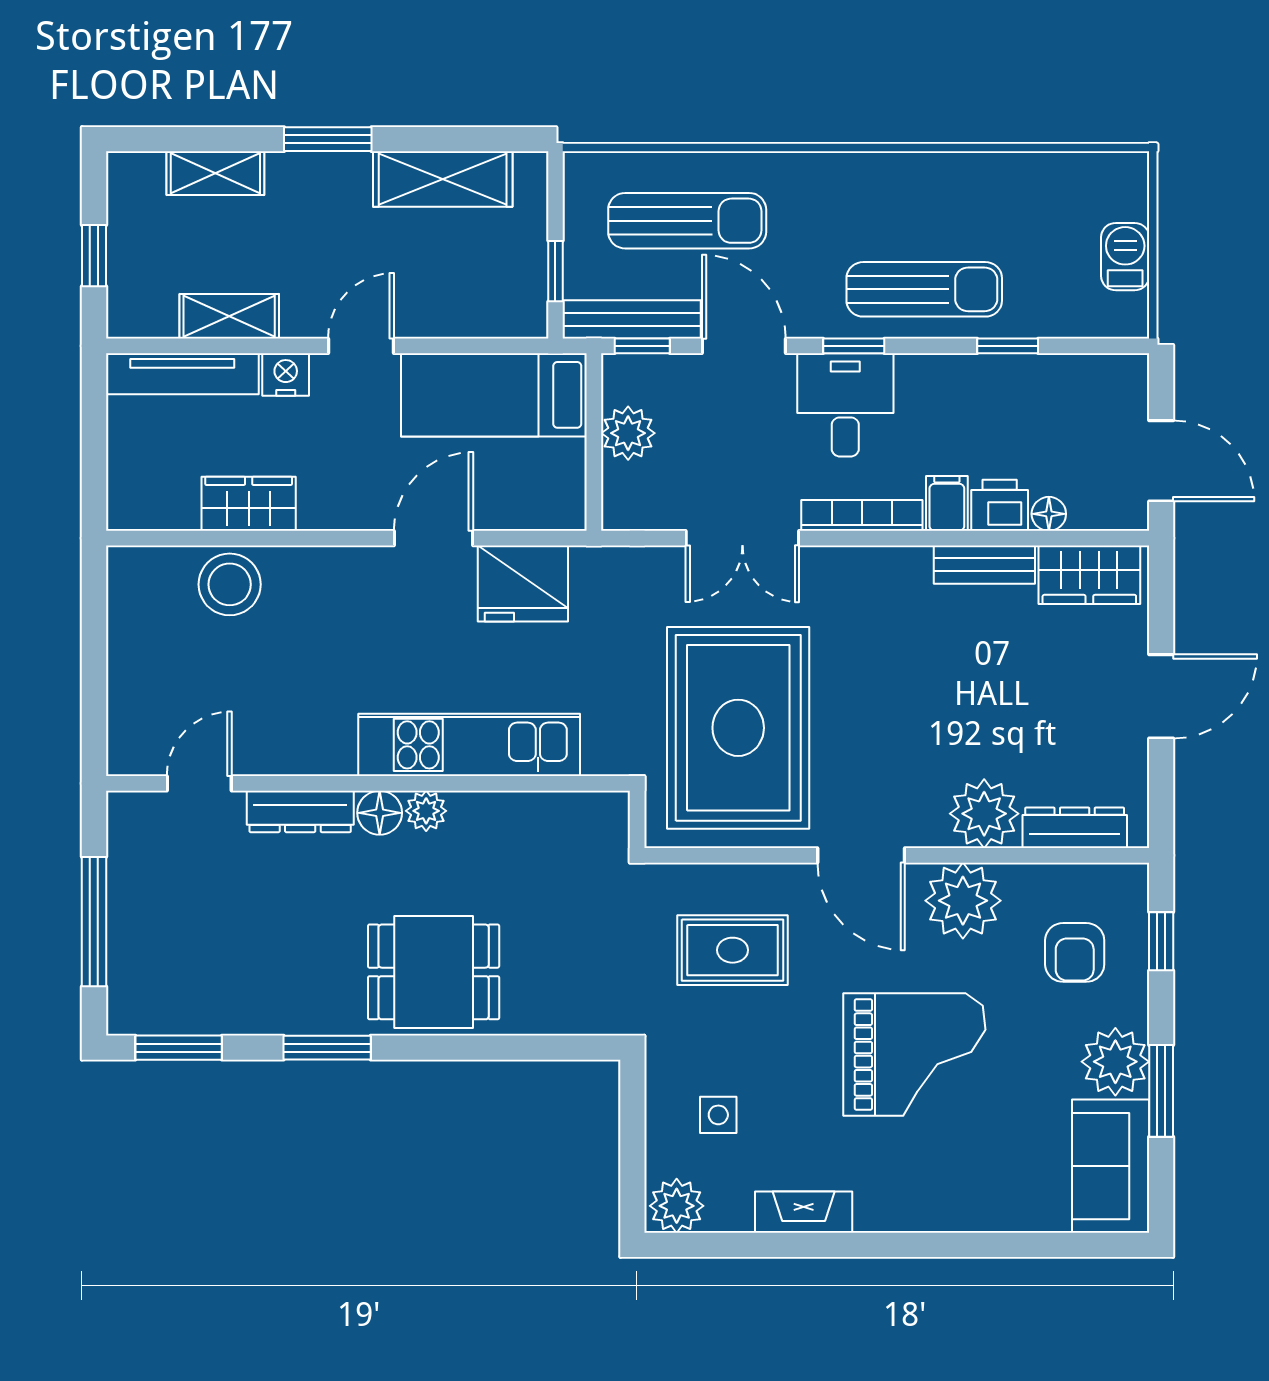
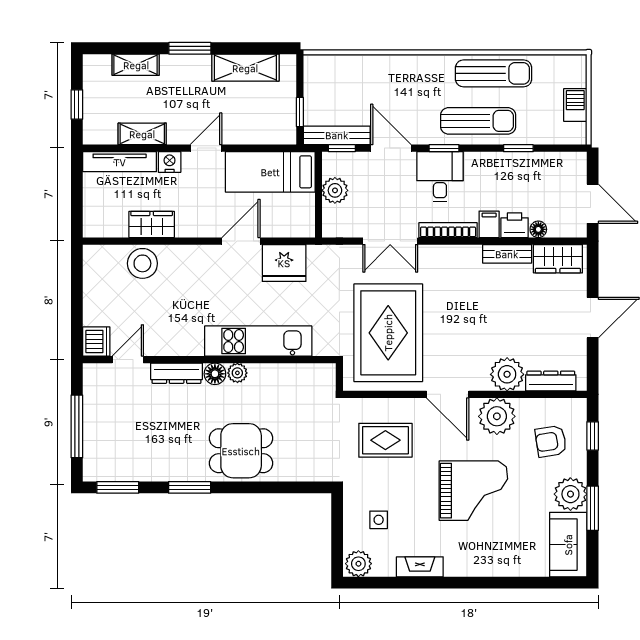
sun lounger: (687, 221) -> (494, 73), moved
dishwasher: (134, 746) -> (96, 342), added
armchair: (1075, 952) -> (551, 441), turned 81

